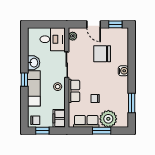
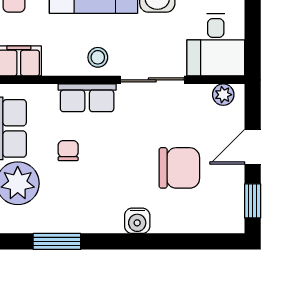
chair: (102, 54) -> (179, 168), turned 90

